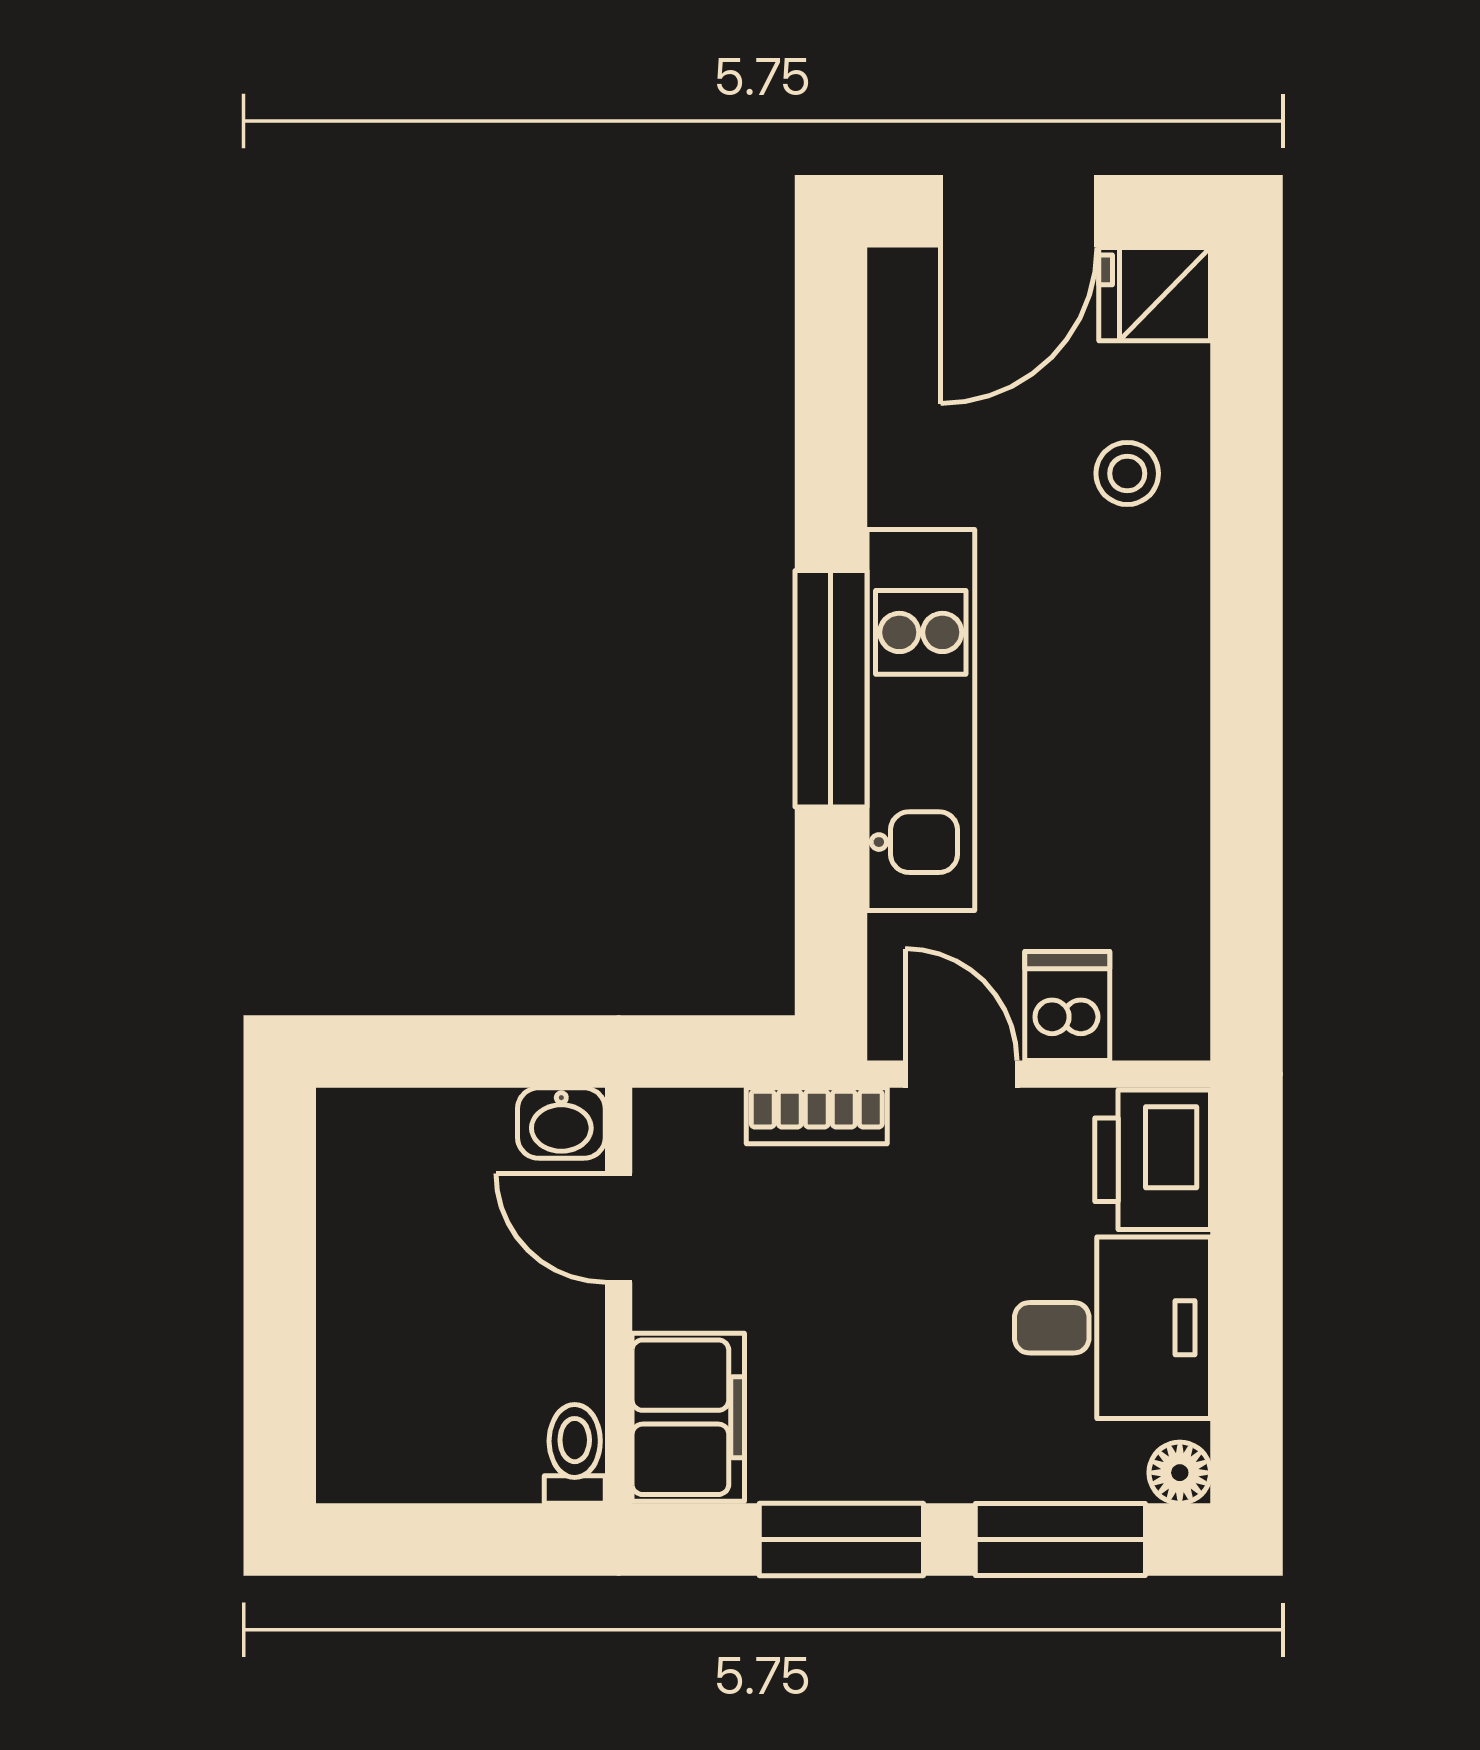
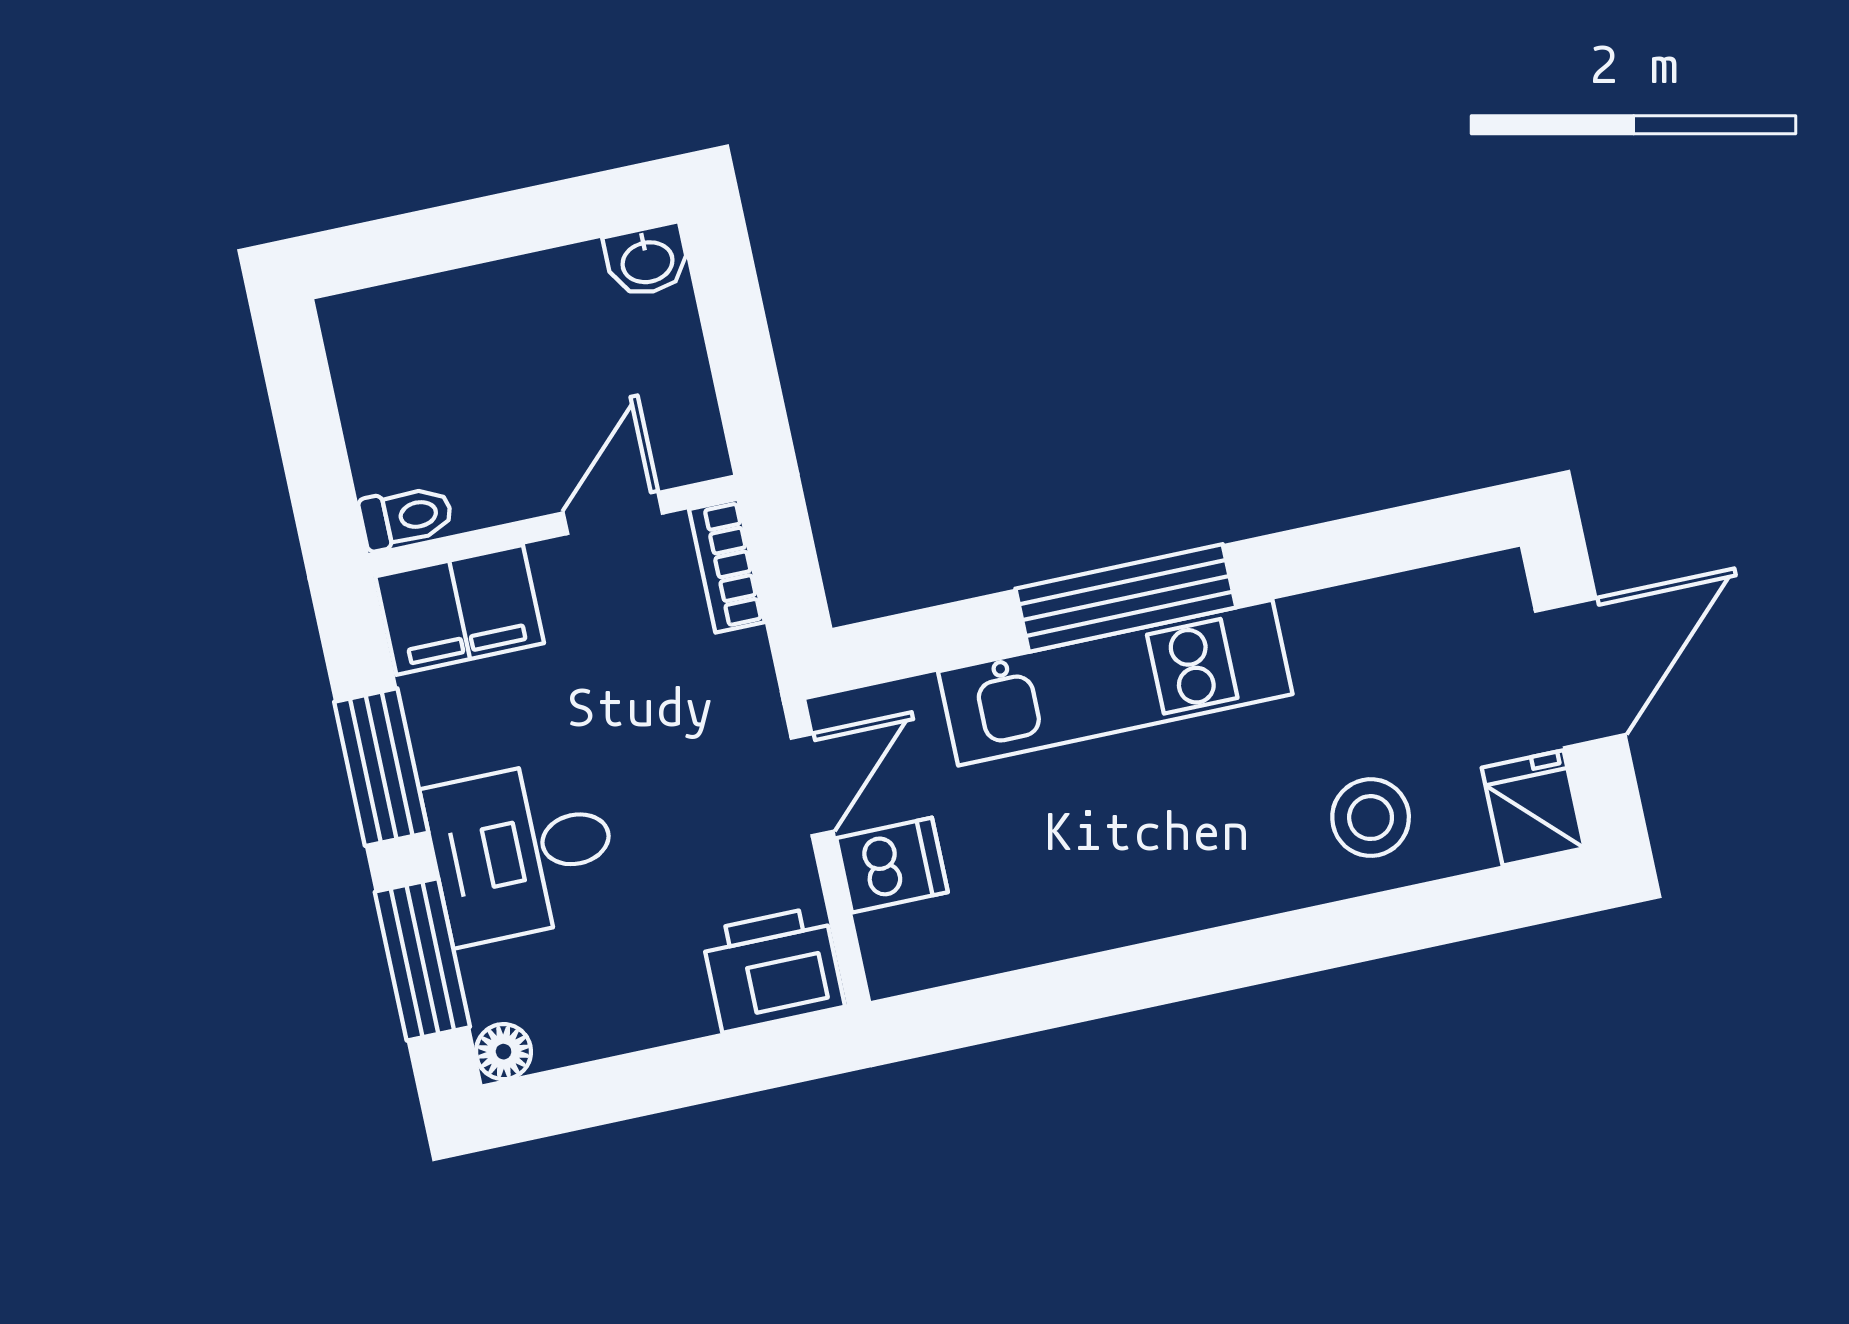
door: (1019, 211) -> (1580, 673), swing flipped
stool: (1127, 473) -> (1371, 818), width x1.37, depth x1.37
bookcase: (817, 1116) -> (727, 566), moved
washbasin: (561, 1123) -> (647, 260), moved, turned -90
desk: (1112, 1328) -> (522, 851), moved, turned 90

